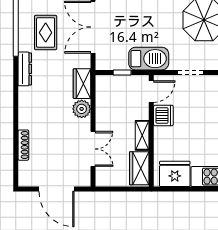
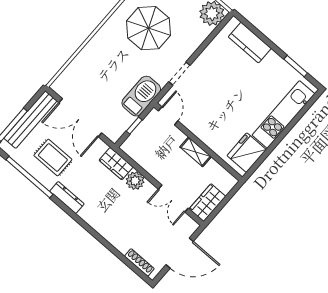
dishwasher: (163, 115) -> (194, 123), removed
shoe rack: (23, 145) -> (139, 262), moved
double door: (93, 149) -> (173, 199), swing flipped
wardrobe: (139, 168) -> (207, 203), moved, turned 90

